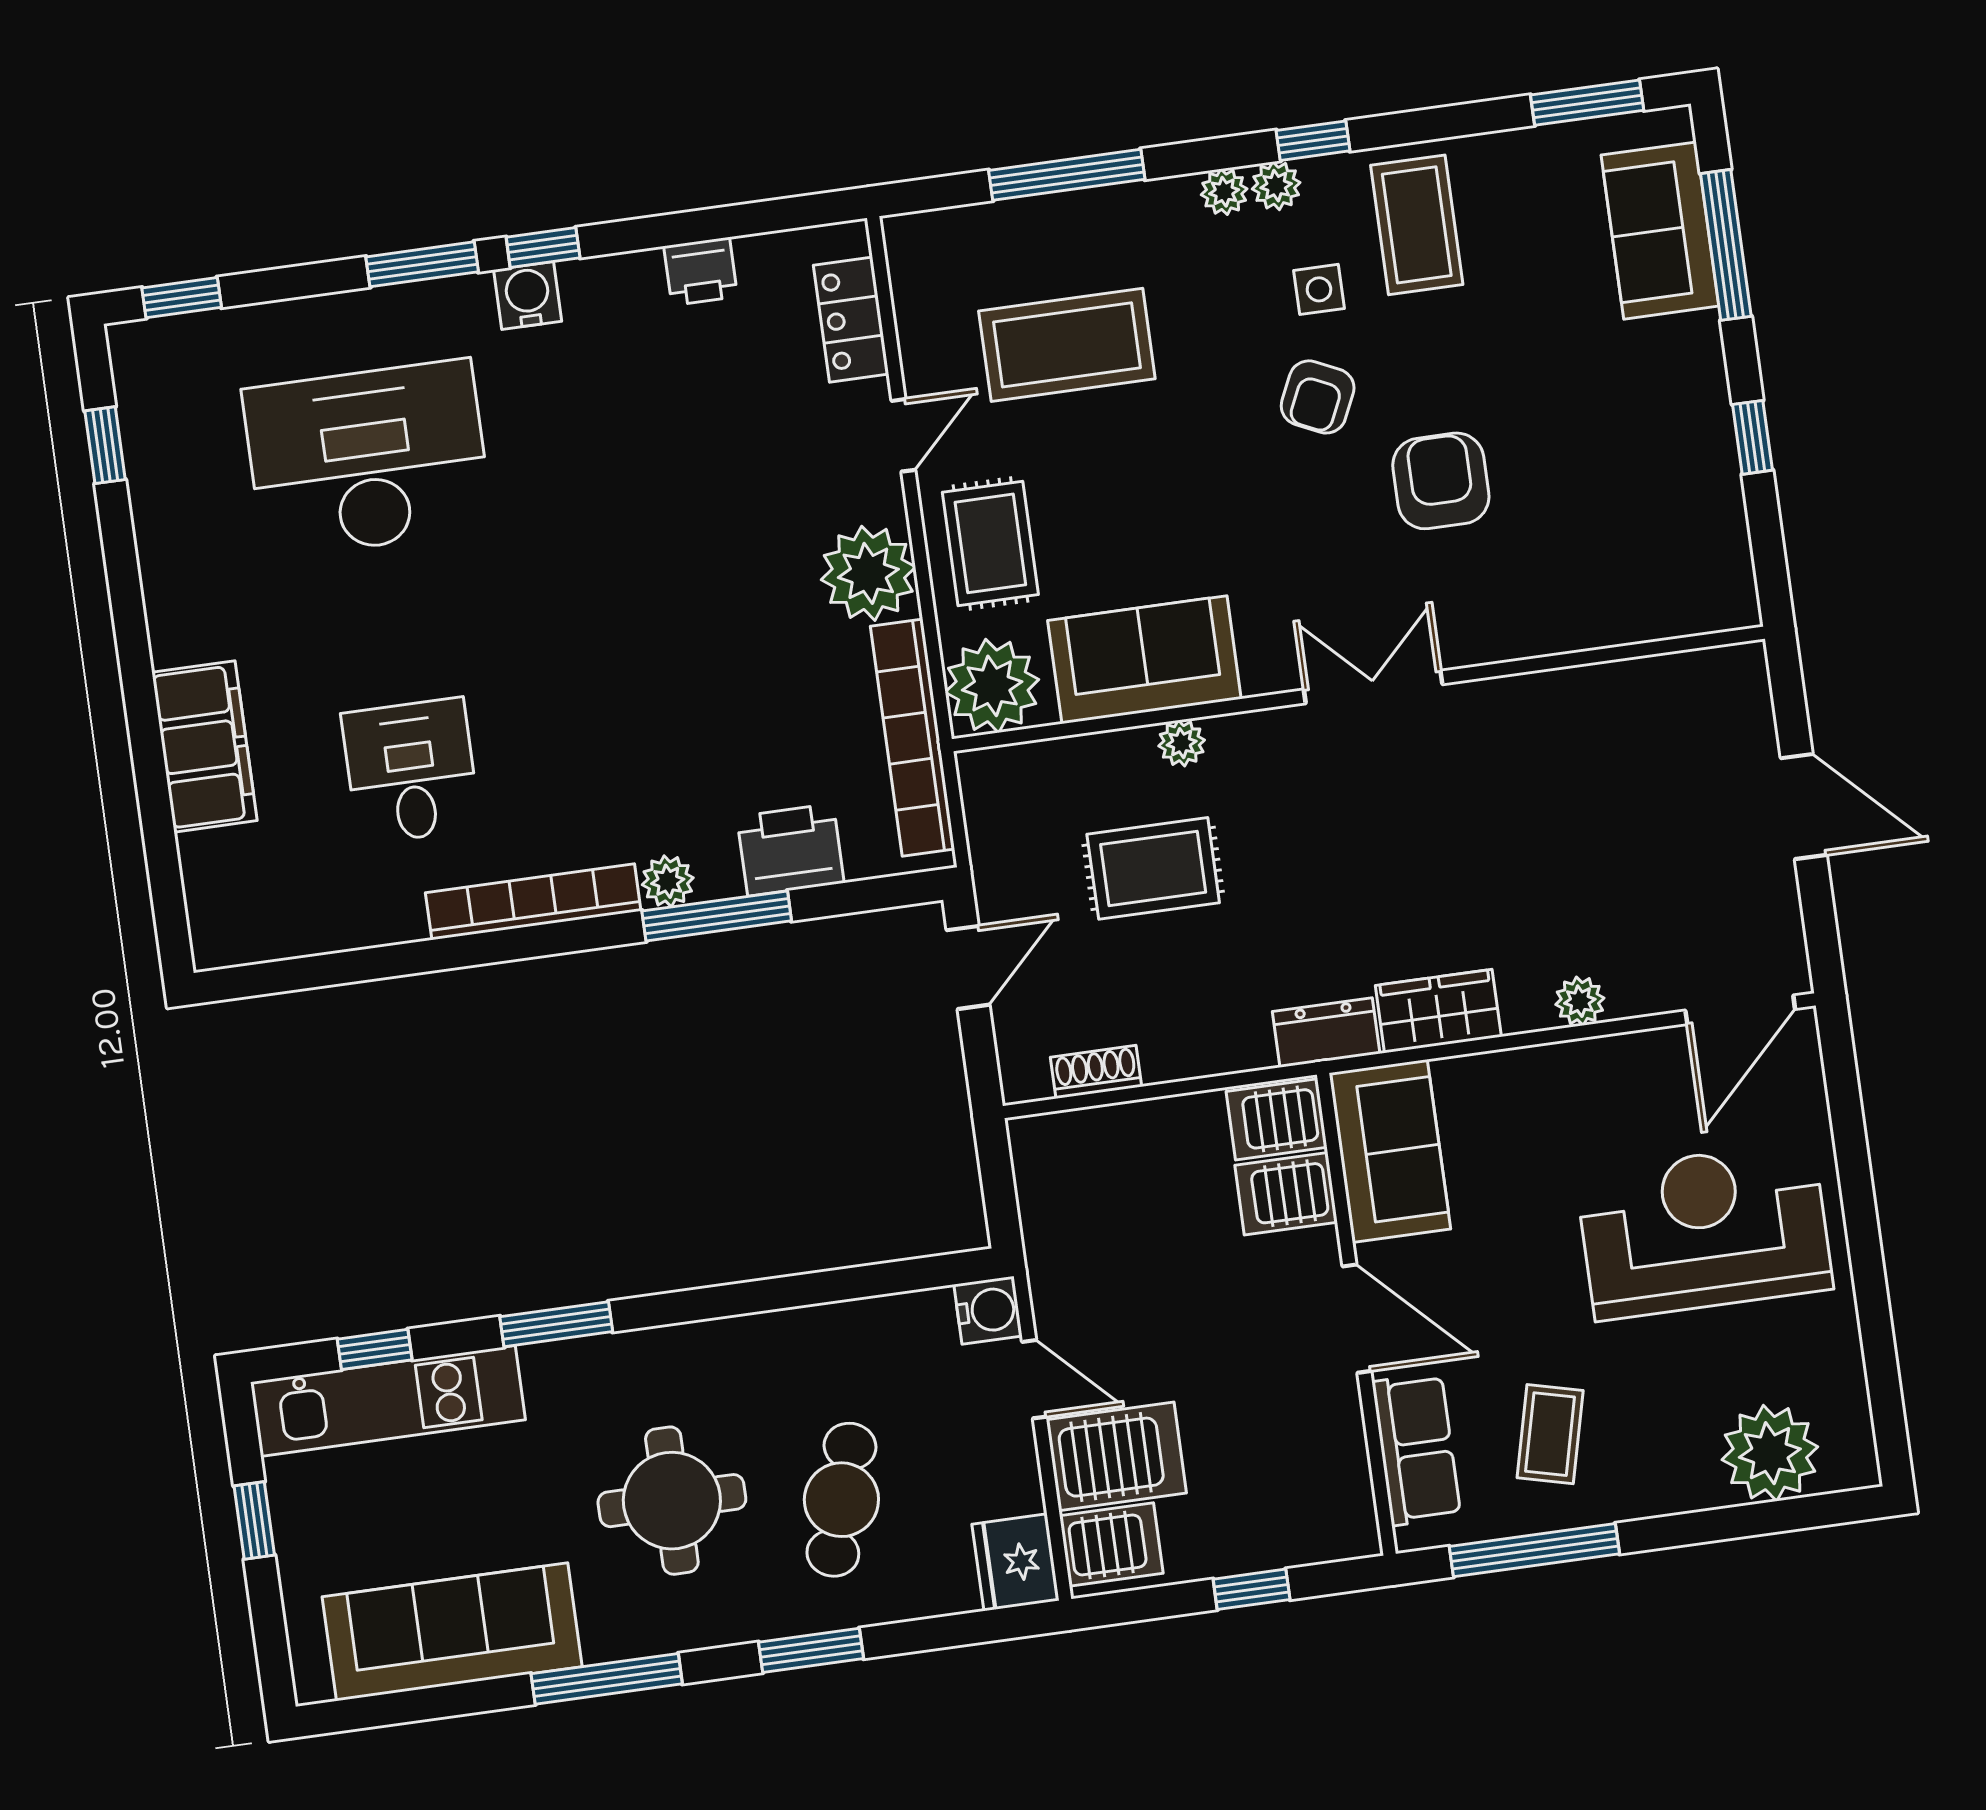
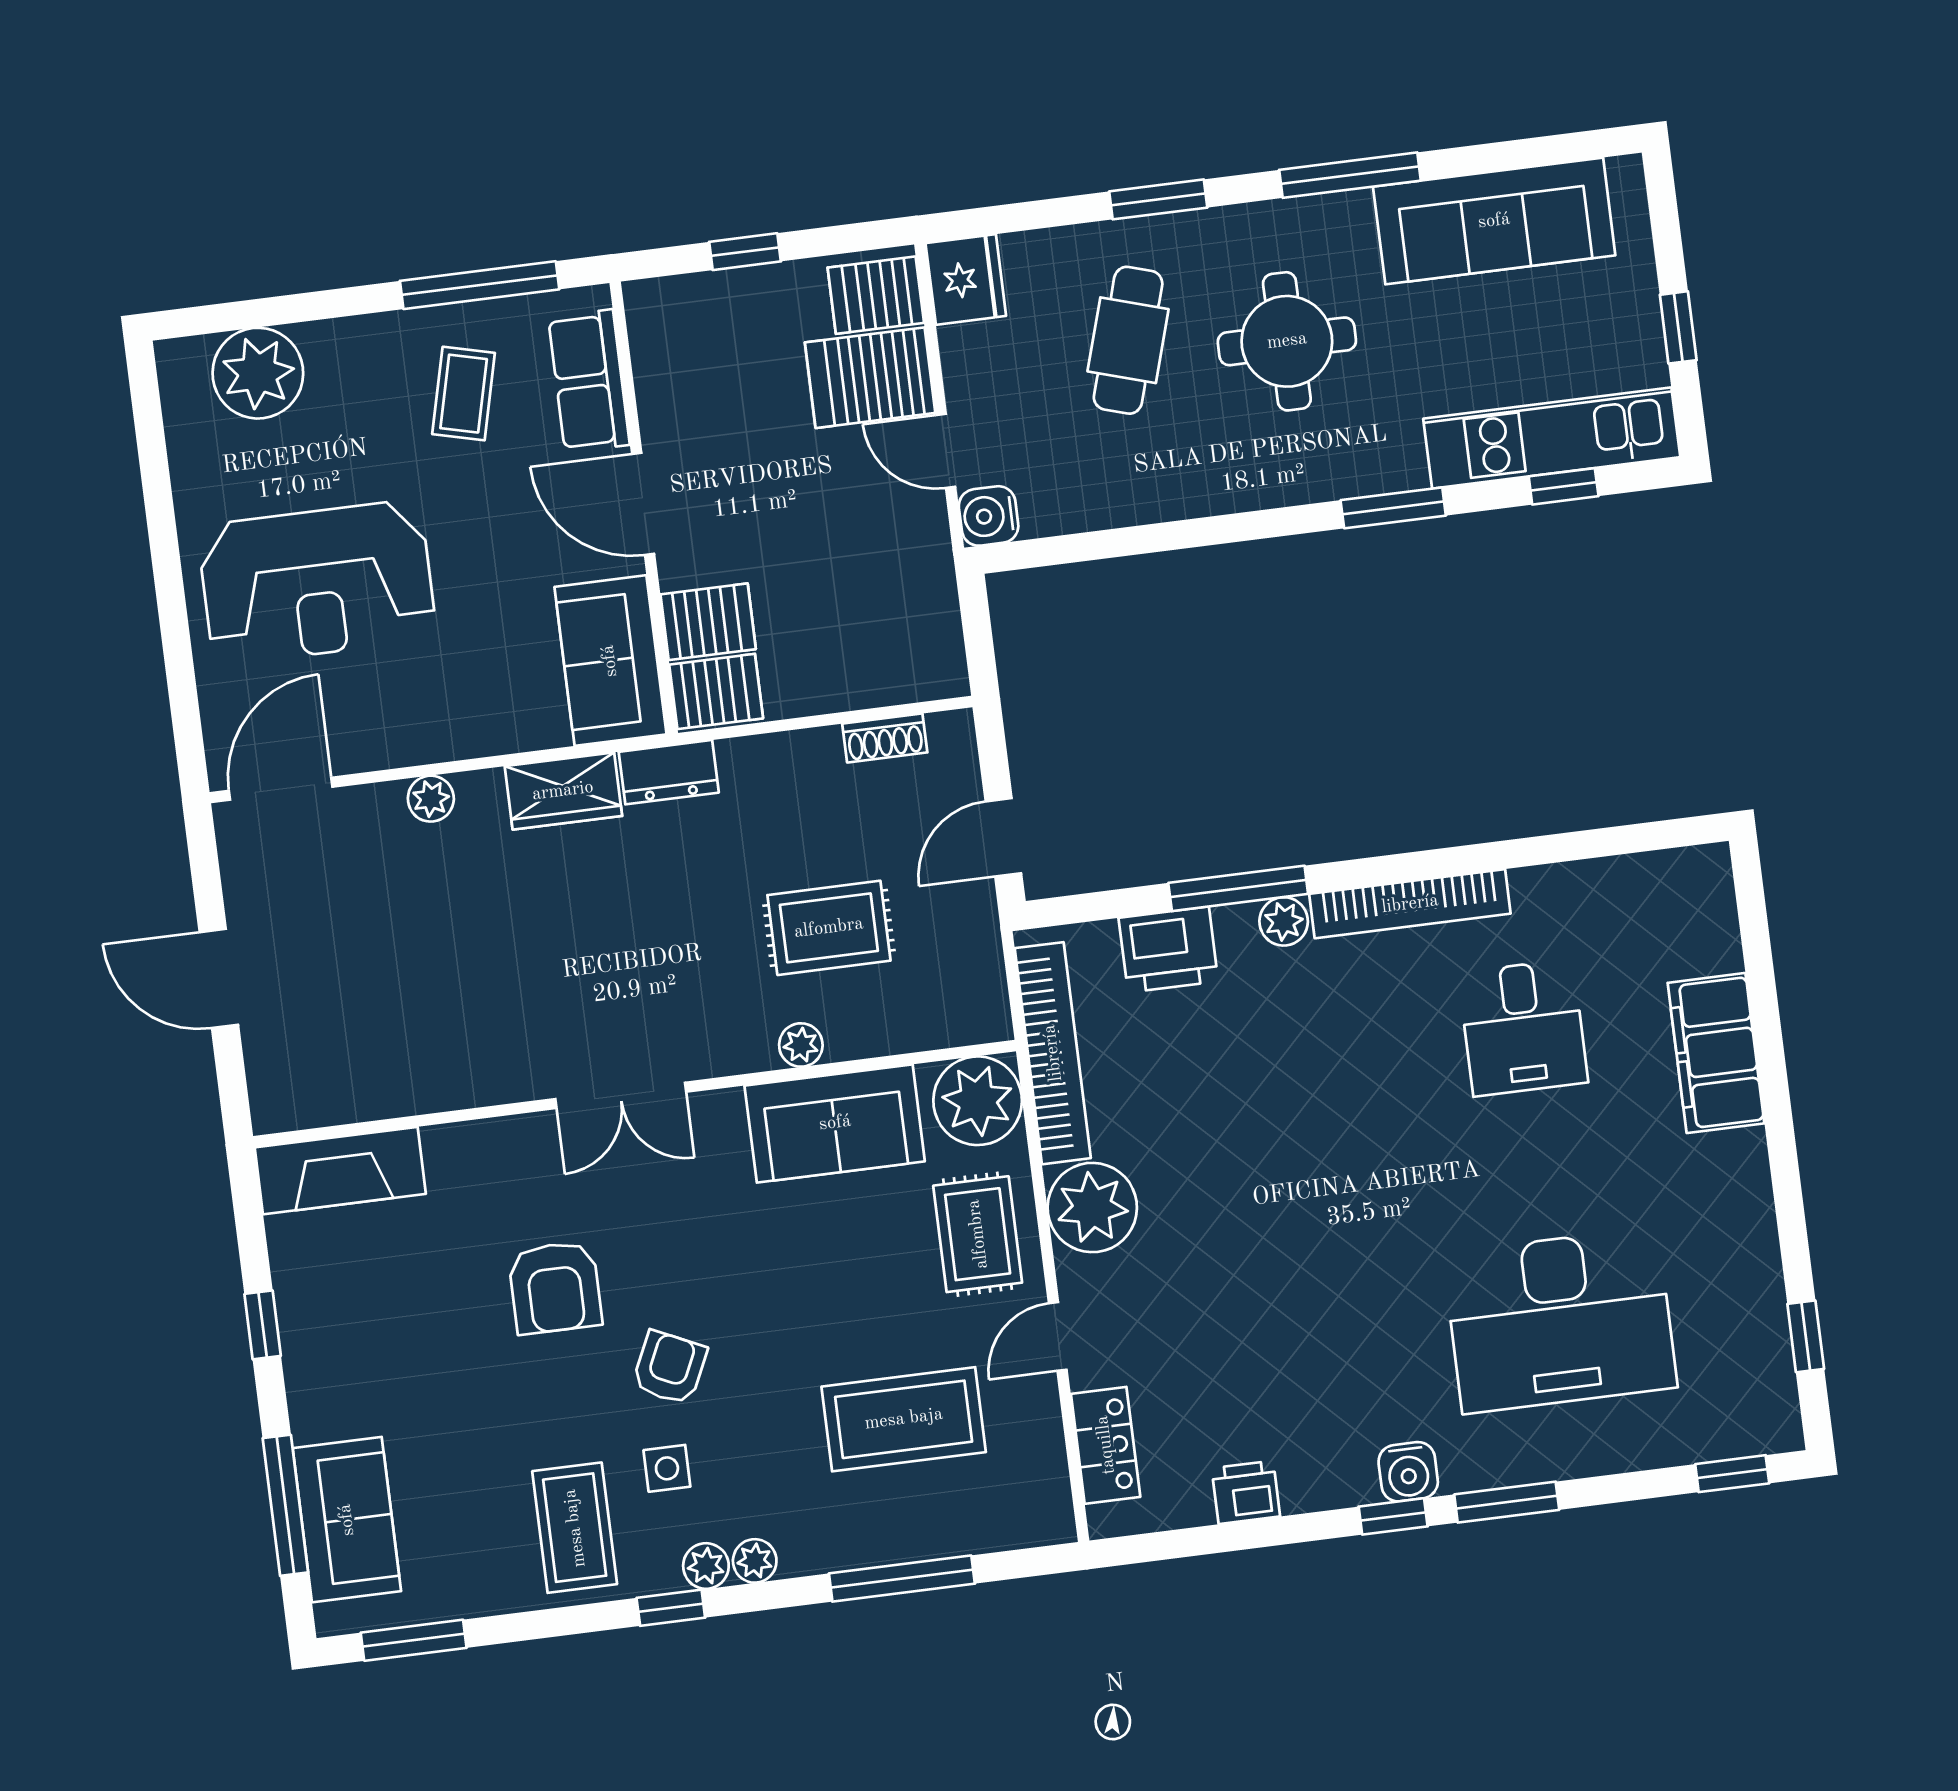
fireplace: (1672, 603) -> (340, 1171), added

